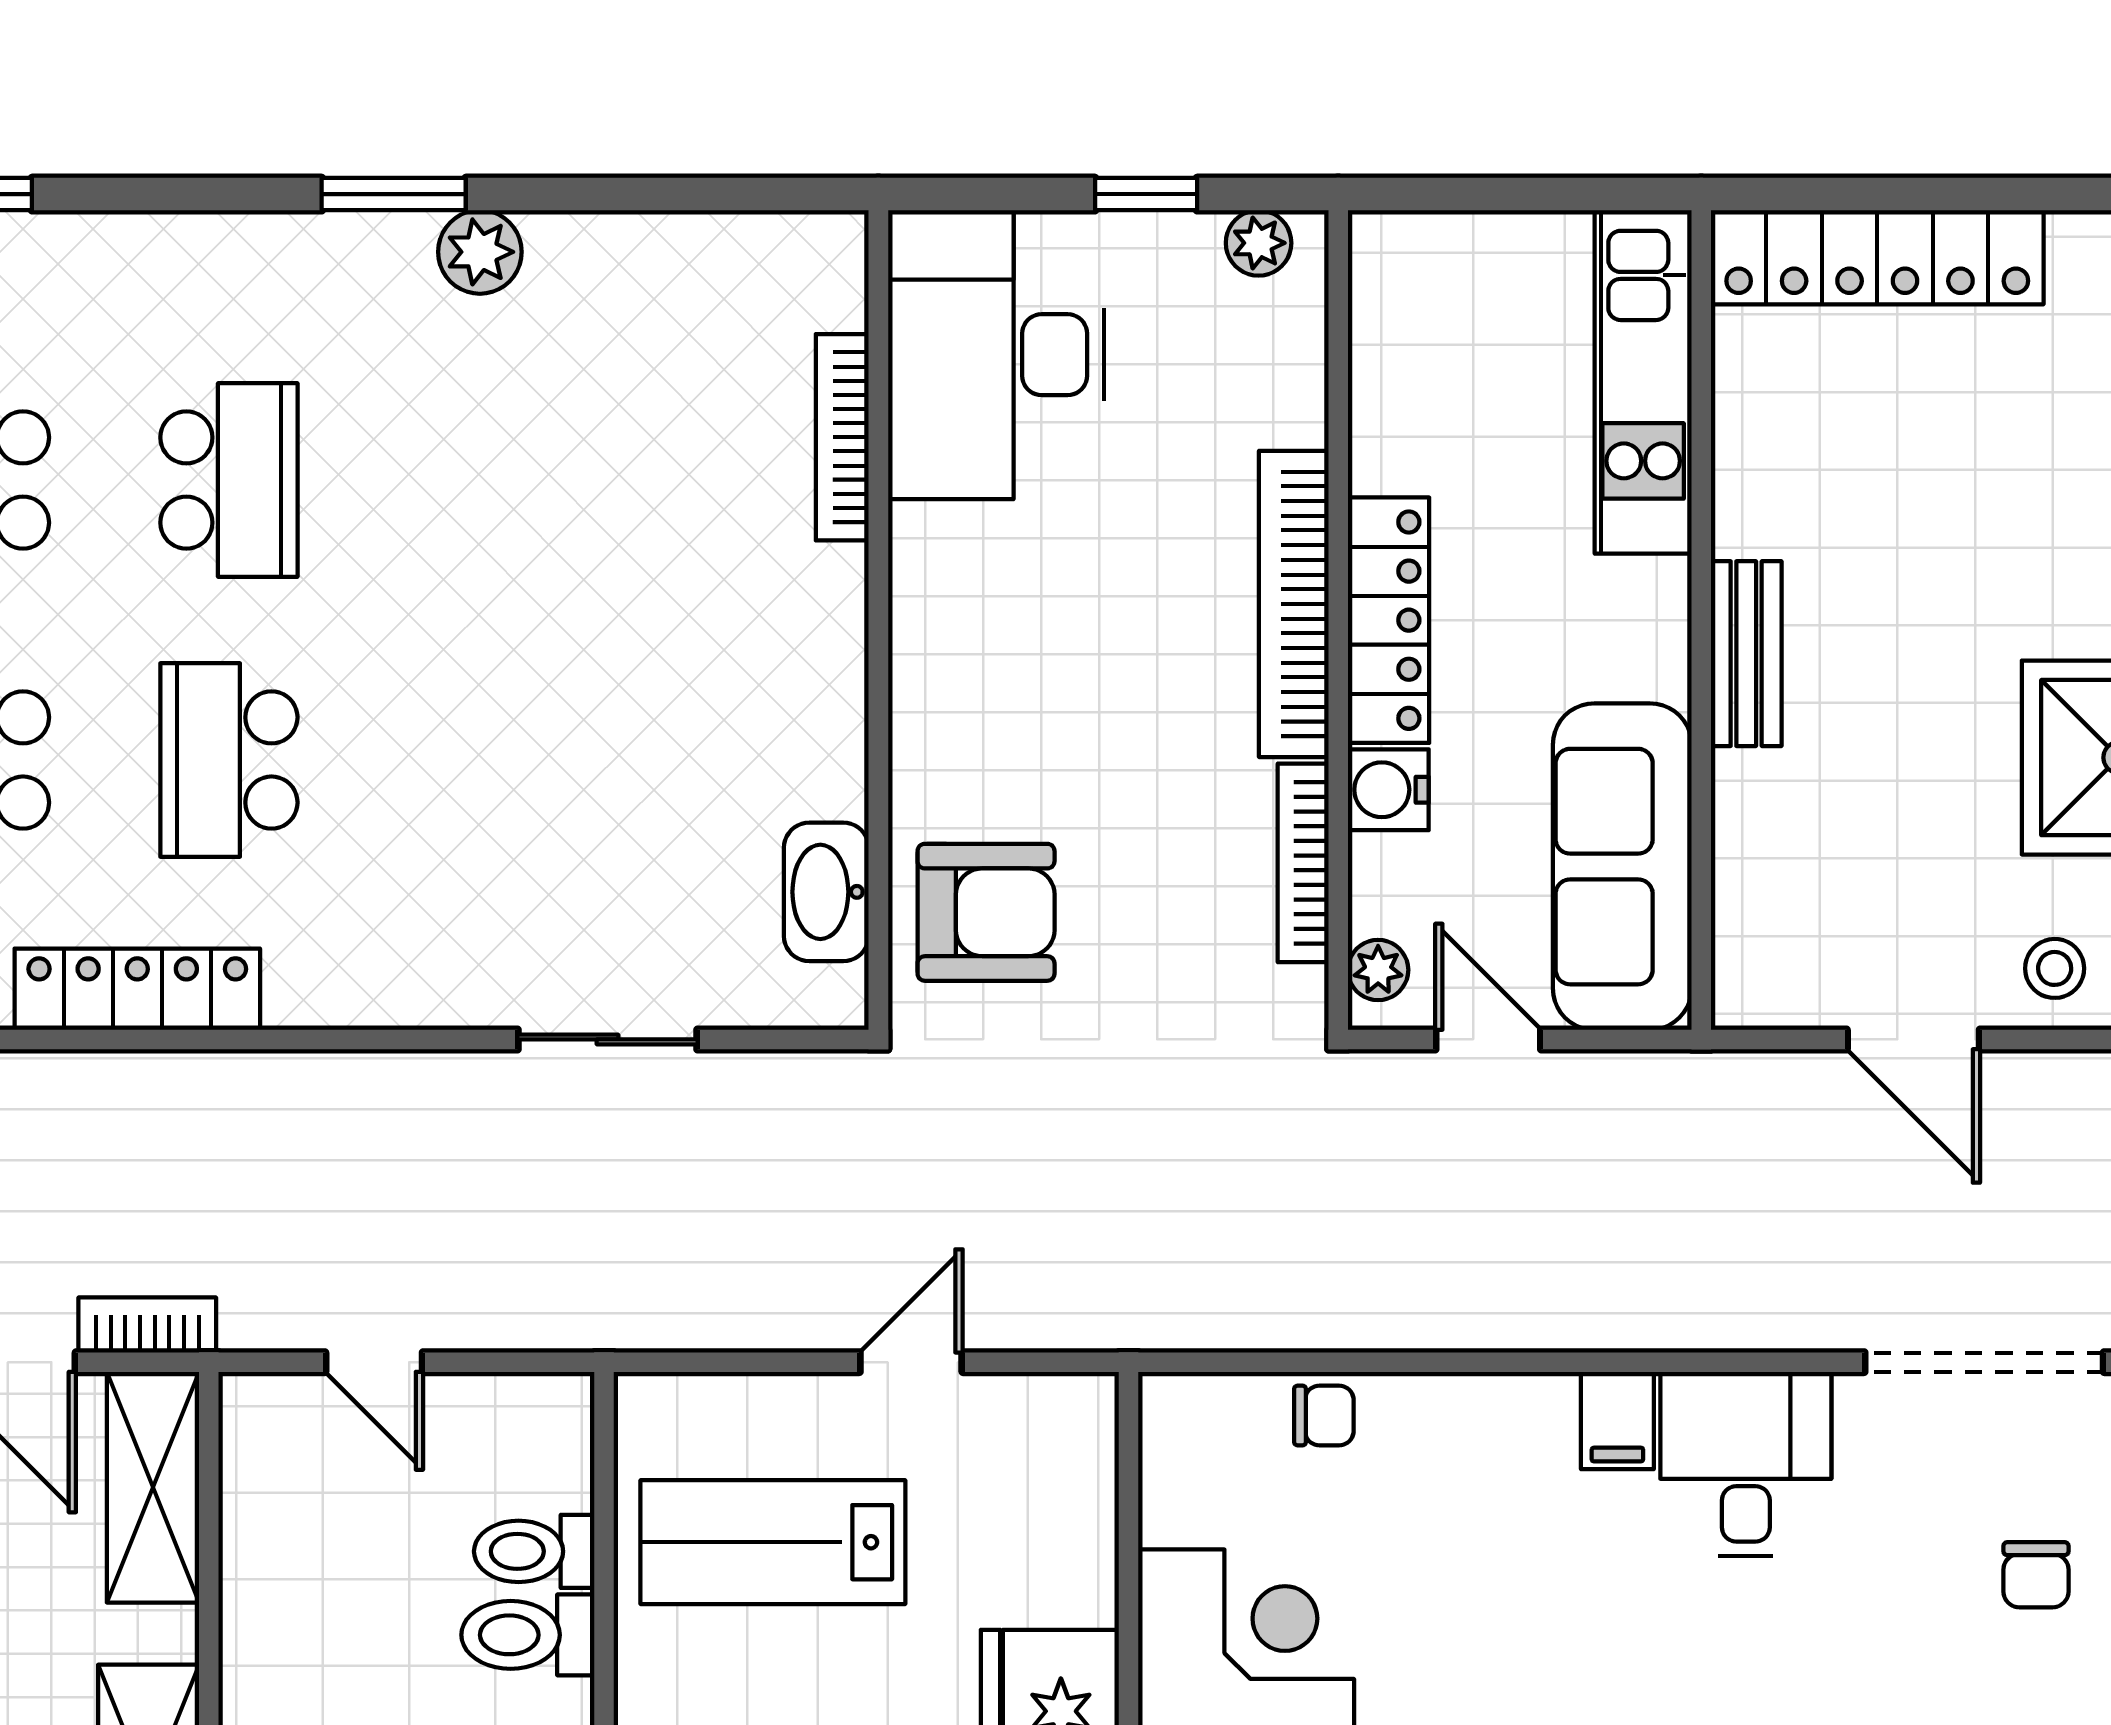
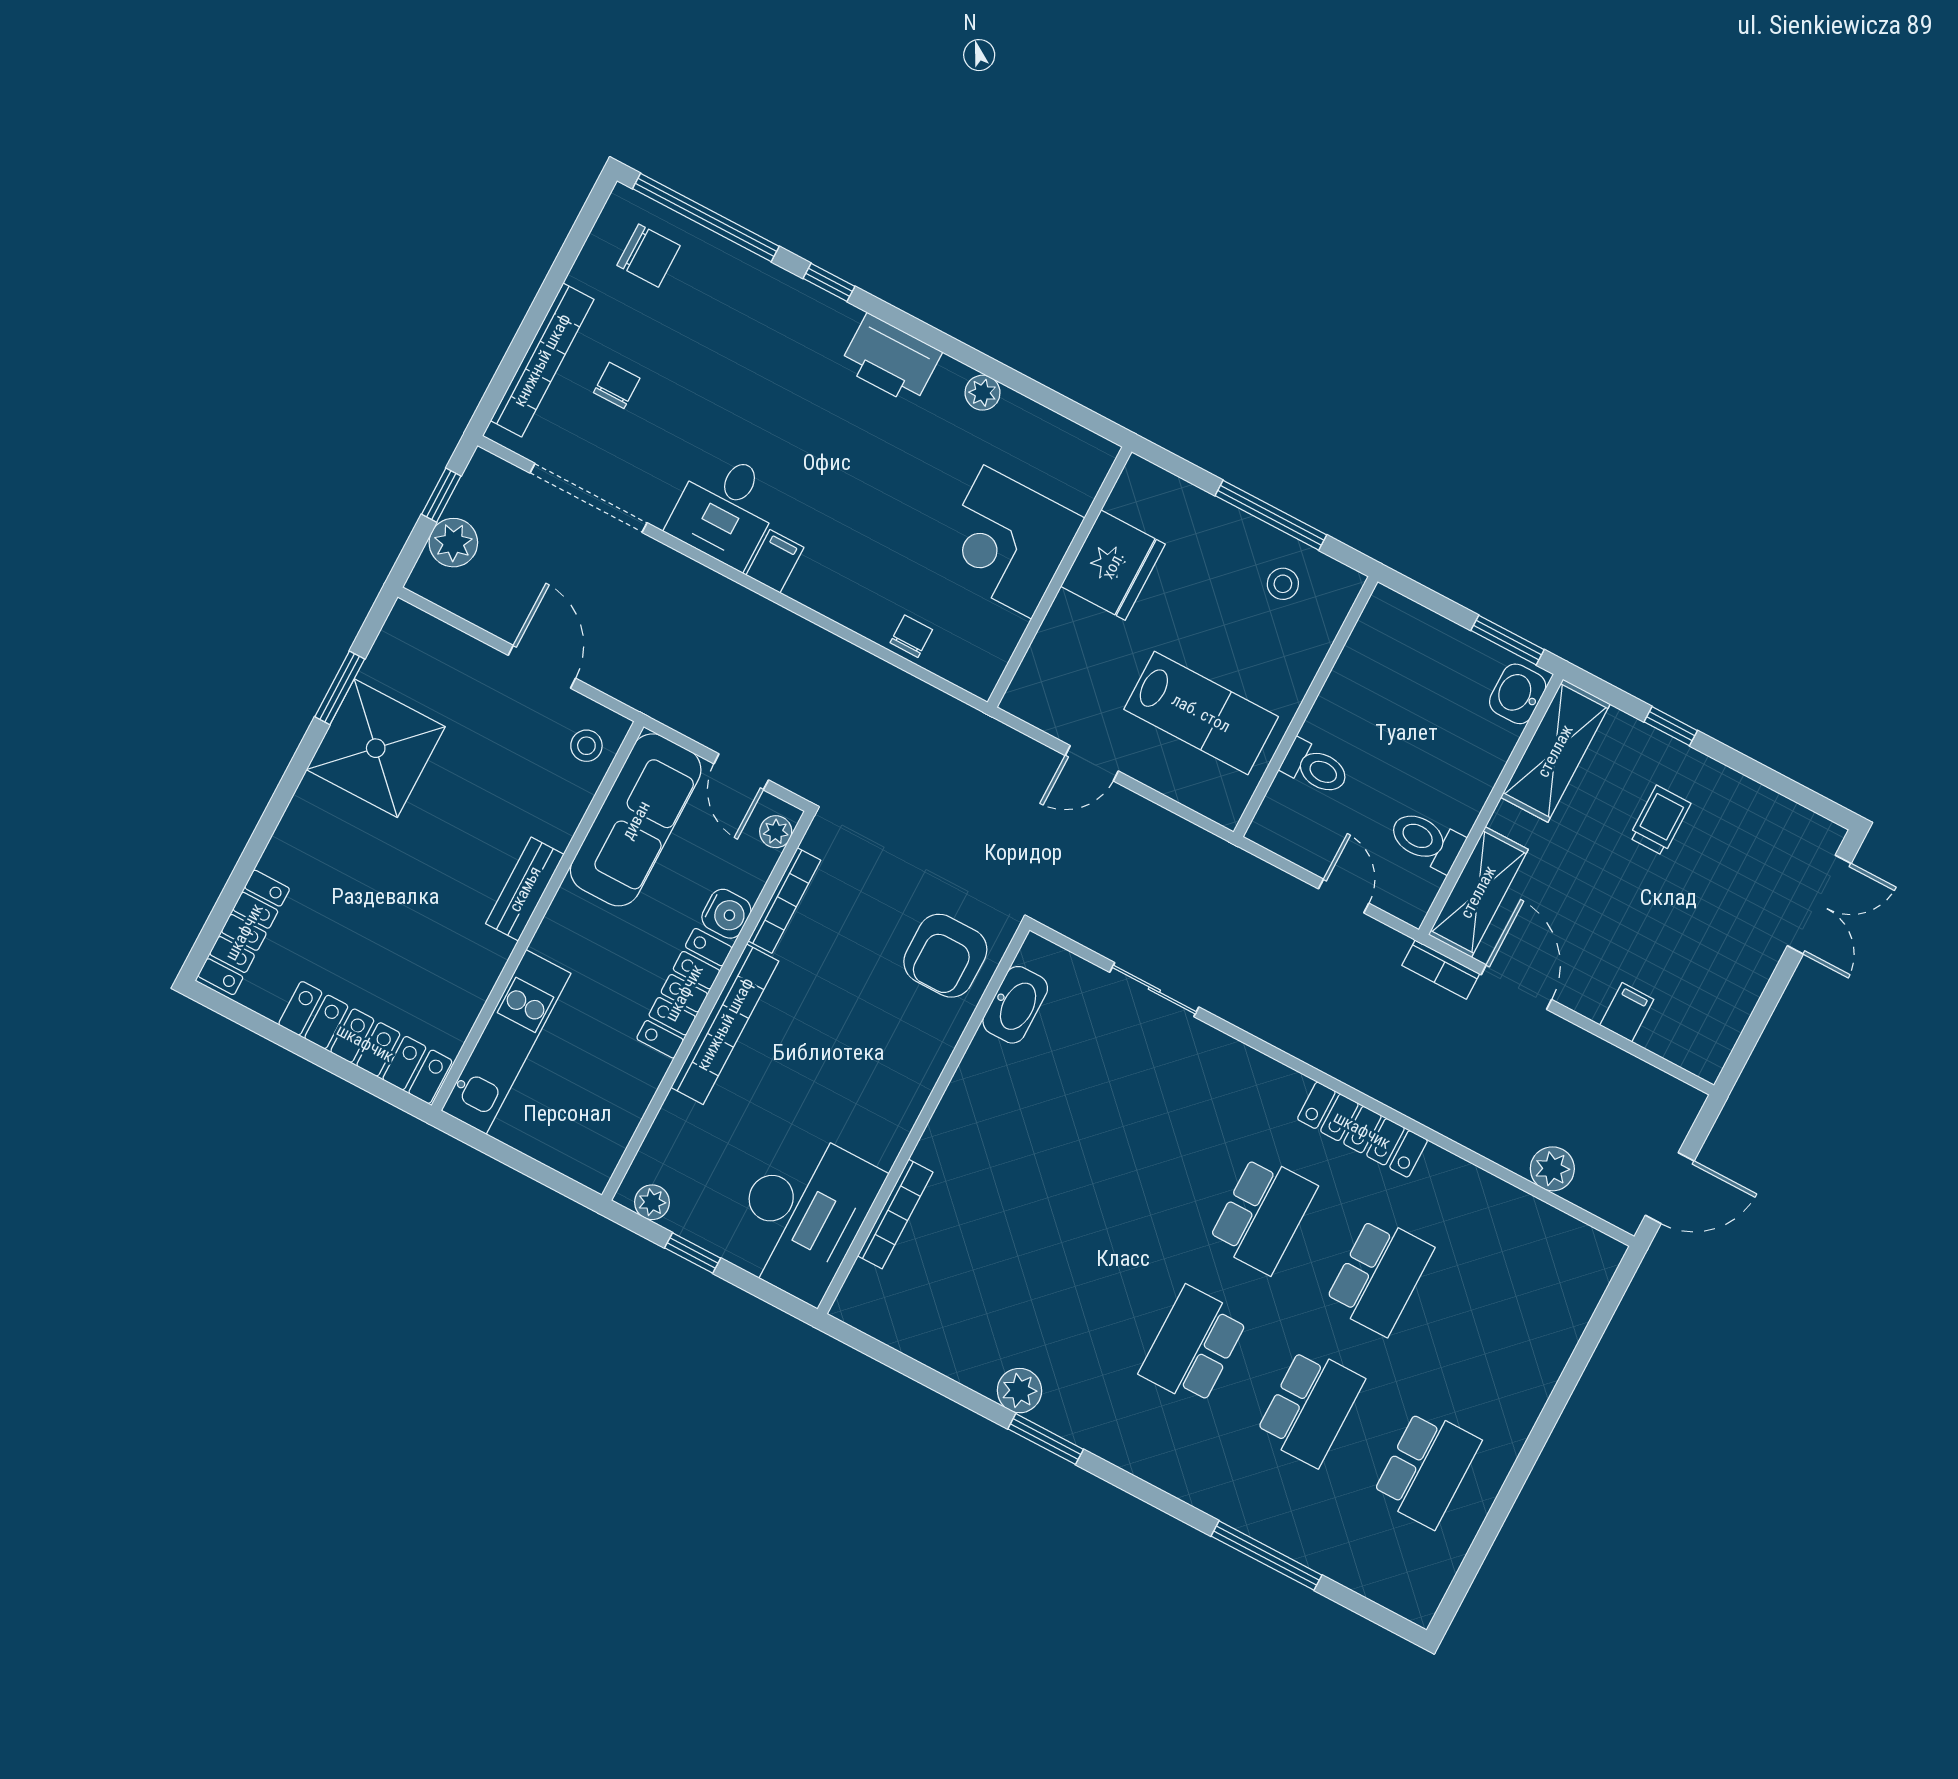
armchair: (986, 912) -> (945, 956), turned -90
stool: (2055, 968) -> (586, 746), moved
chair: (1324, 1416) -> (911, 636), turned 90
toilet: (528, 1635) -> (1426, 840), moved, turned 180

